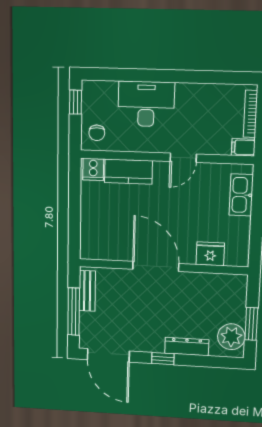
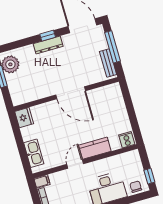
chair: (97, 133) -> (136, 187), moved
kitchen counter: (128, 172) -> (95, 148), moved
fridge: (210, 254) -> (24, 118), moved, turned -90
dresser: (187, 347) -> (48, 45), moved

